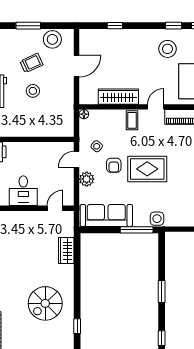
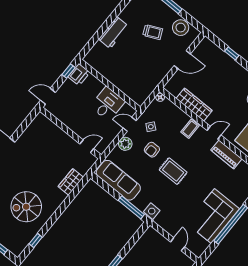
stool: (33, 91) -> (138, 52), removed
rug: (147, 169) -> (173, 171), width x0.73, depth x0.70
desk: (23, 191) -> (108, 104), moved, turned 180

